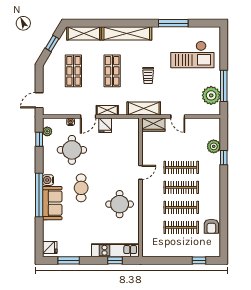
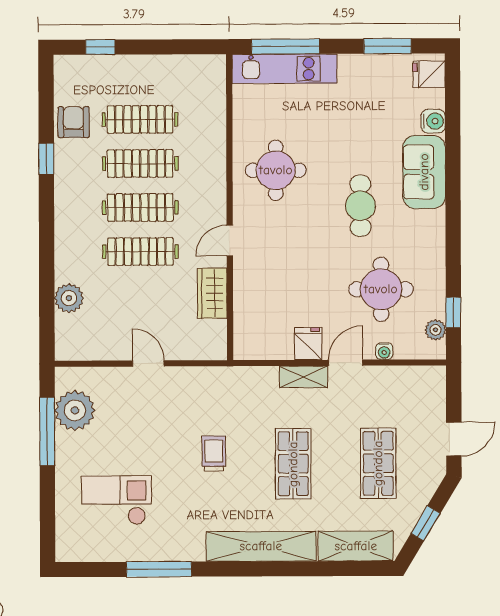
checkout: (192, 54) -> (117, 500), width x0.73, depth x0.83
door: (39, 100) -> (454, 439), moved
shelving: (144, 109) -> (223, 381), removed
wardrobe: (153, 125) -> (212, 293), moved, turned -90
window: (224, 158) -> (46, 159), moved
water cooler: (48, 180) -> (433, 121), moved
window: (39, 195) -> (453, 190), removed
window: (115, 260) -> (285, 46), width x2.17

